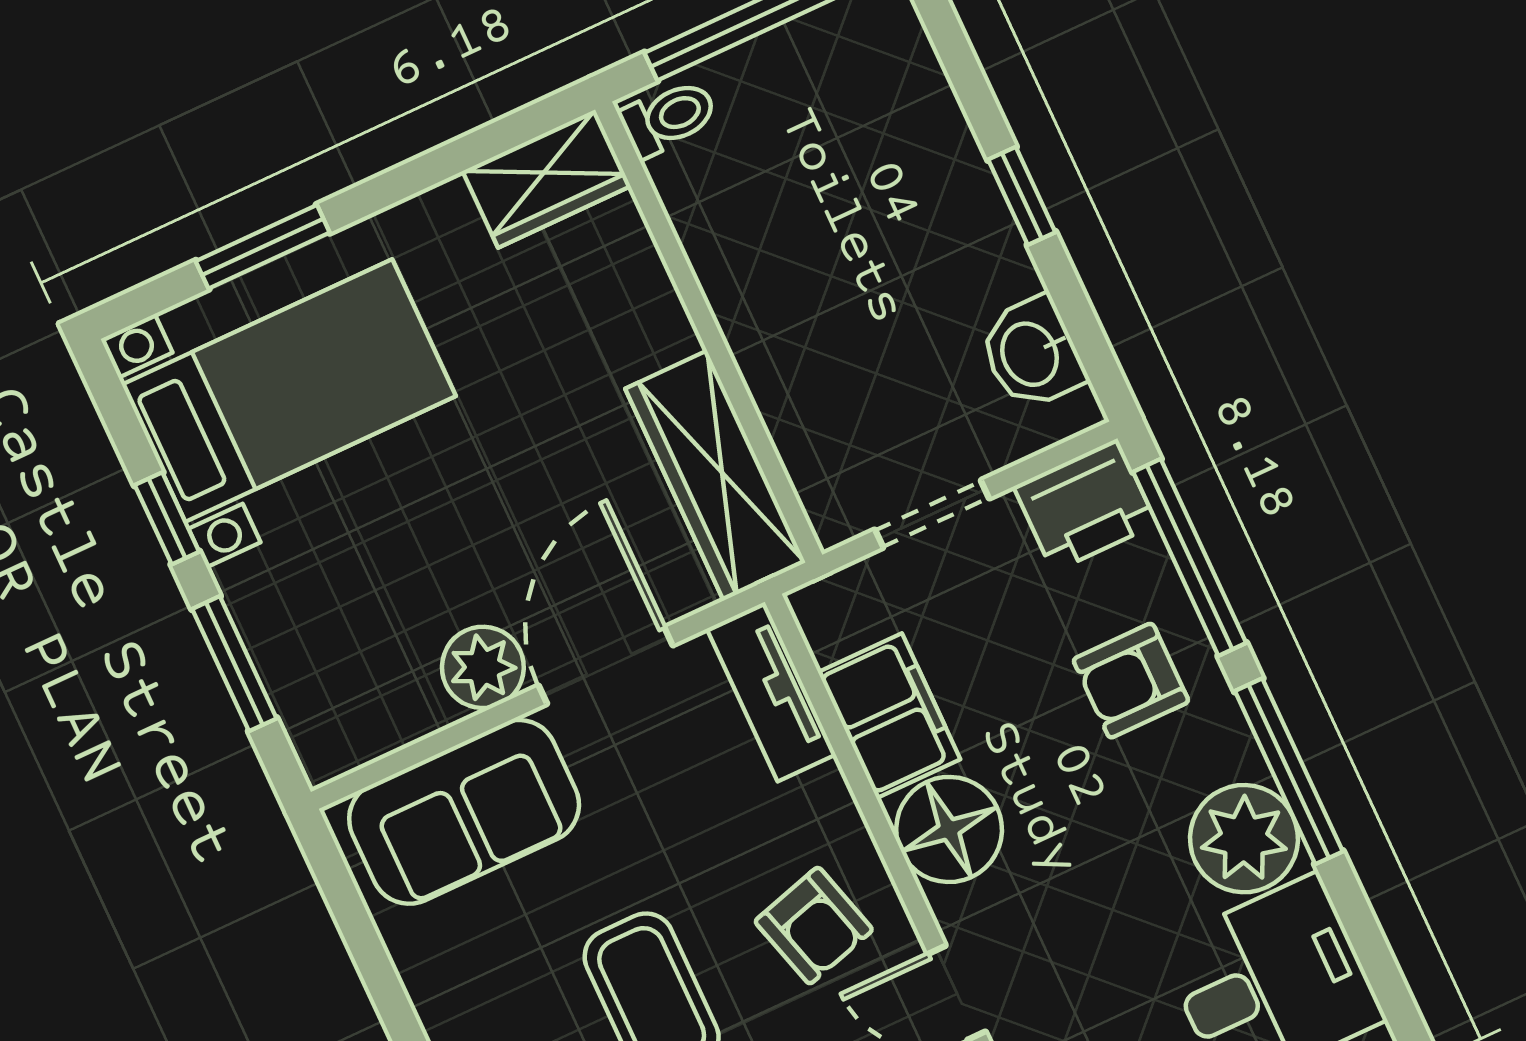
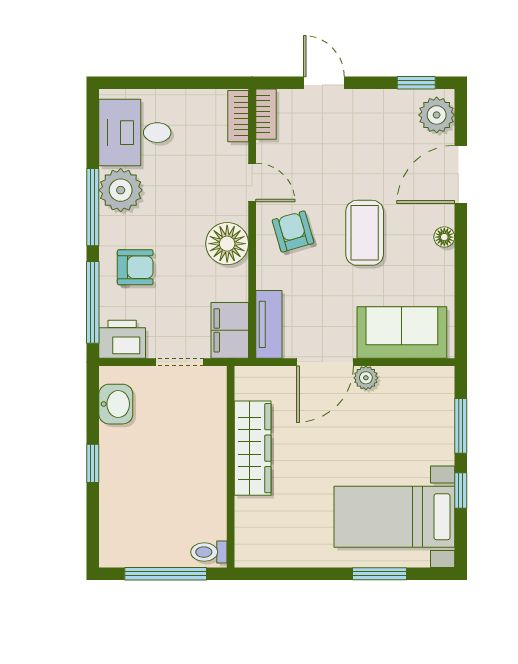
wardrobe: (547, 179) -> (264, 551), removed
wardrobe: (715, 476) -> (253, 448), moved
plant: (483, 667) -> (366, 378), width x0.73, depth x0.73
filing cabinet: (889, 716) -> (230, 330), moved

